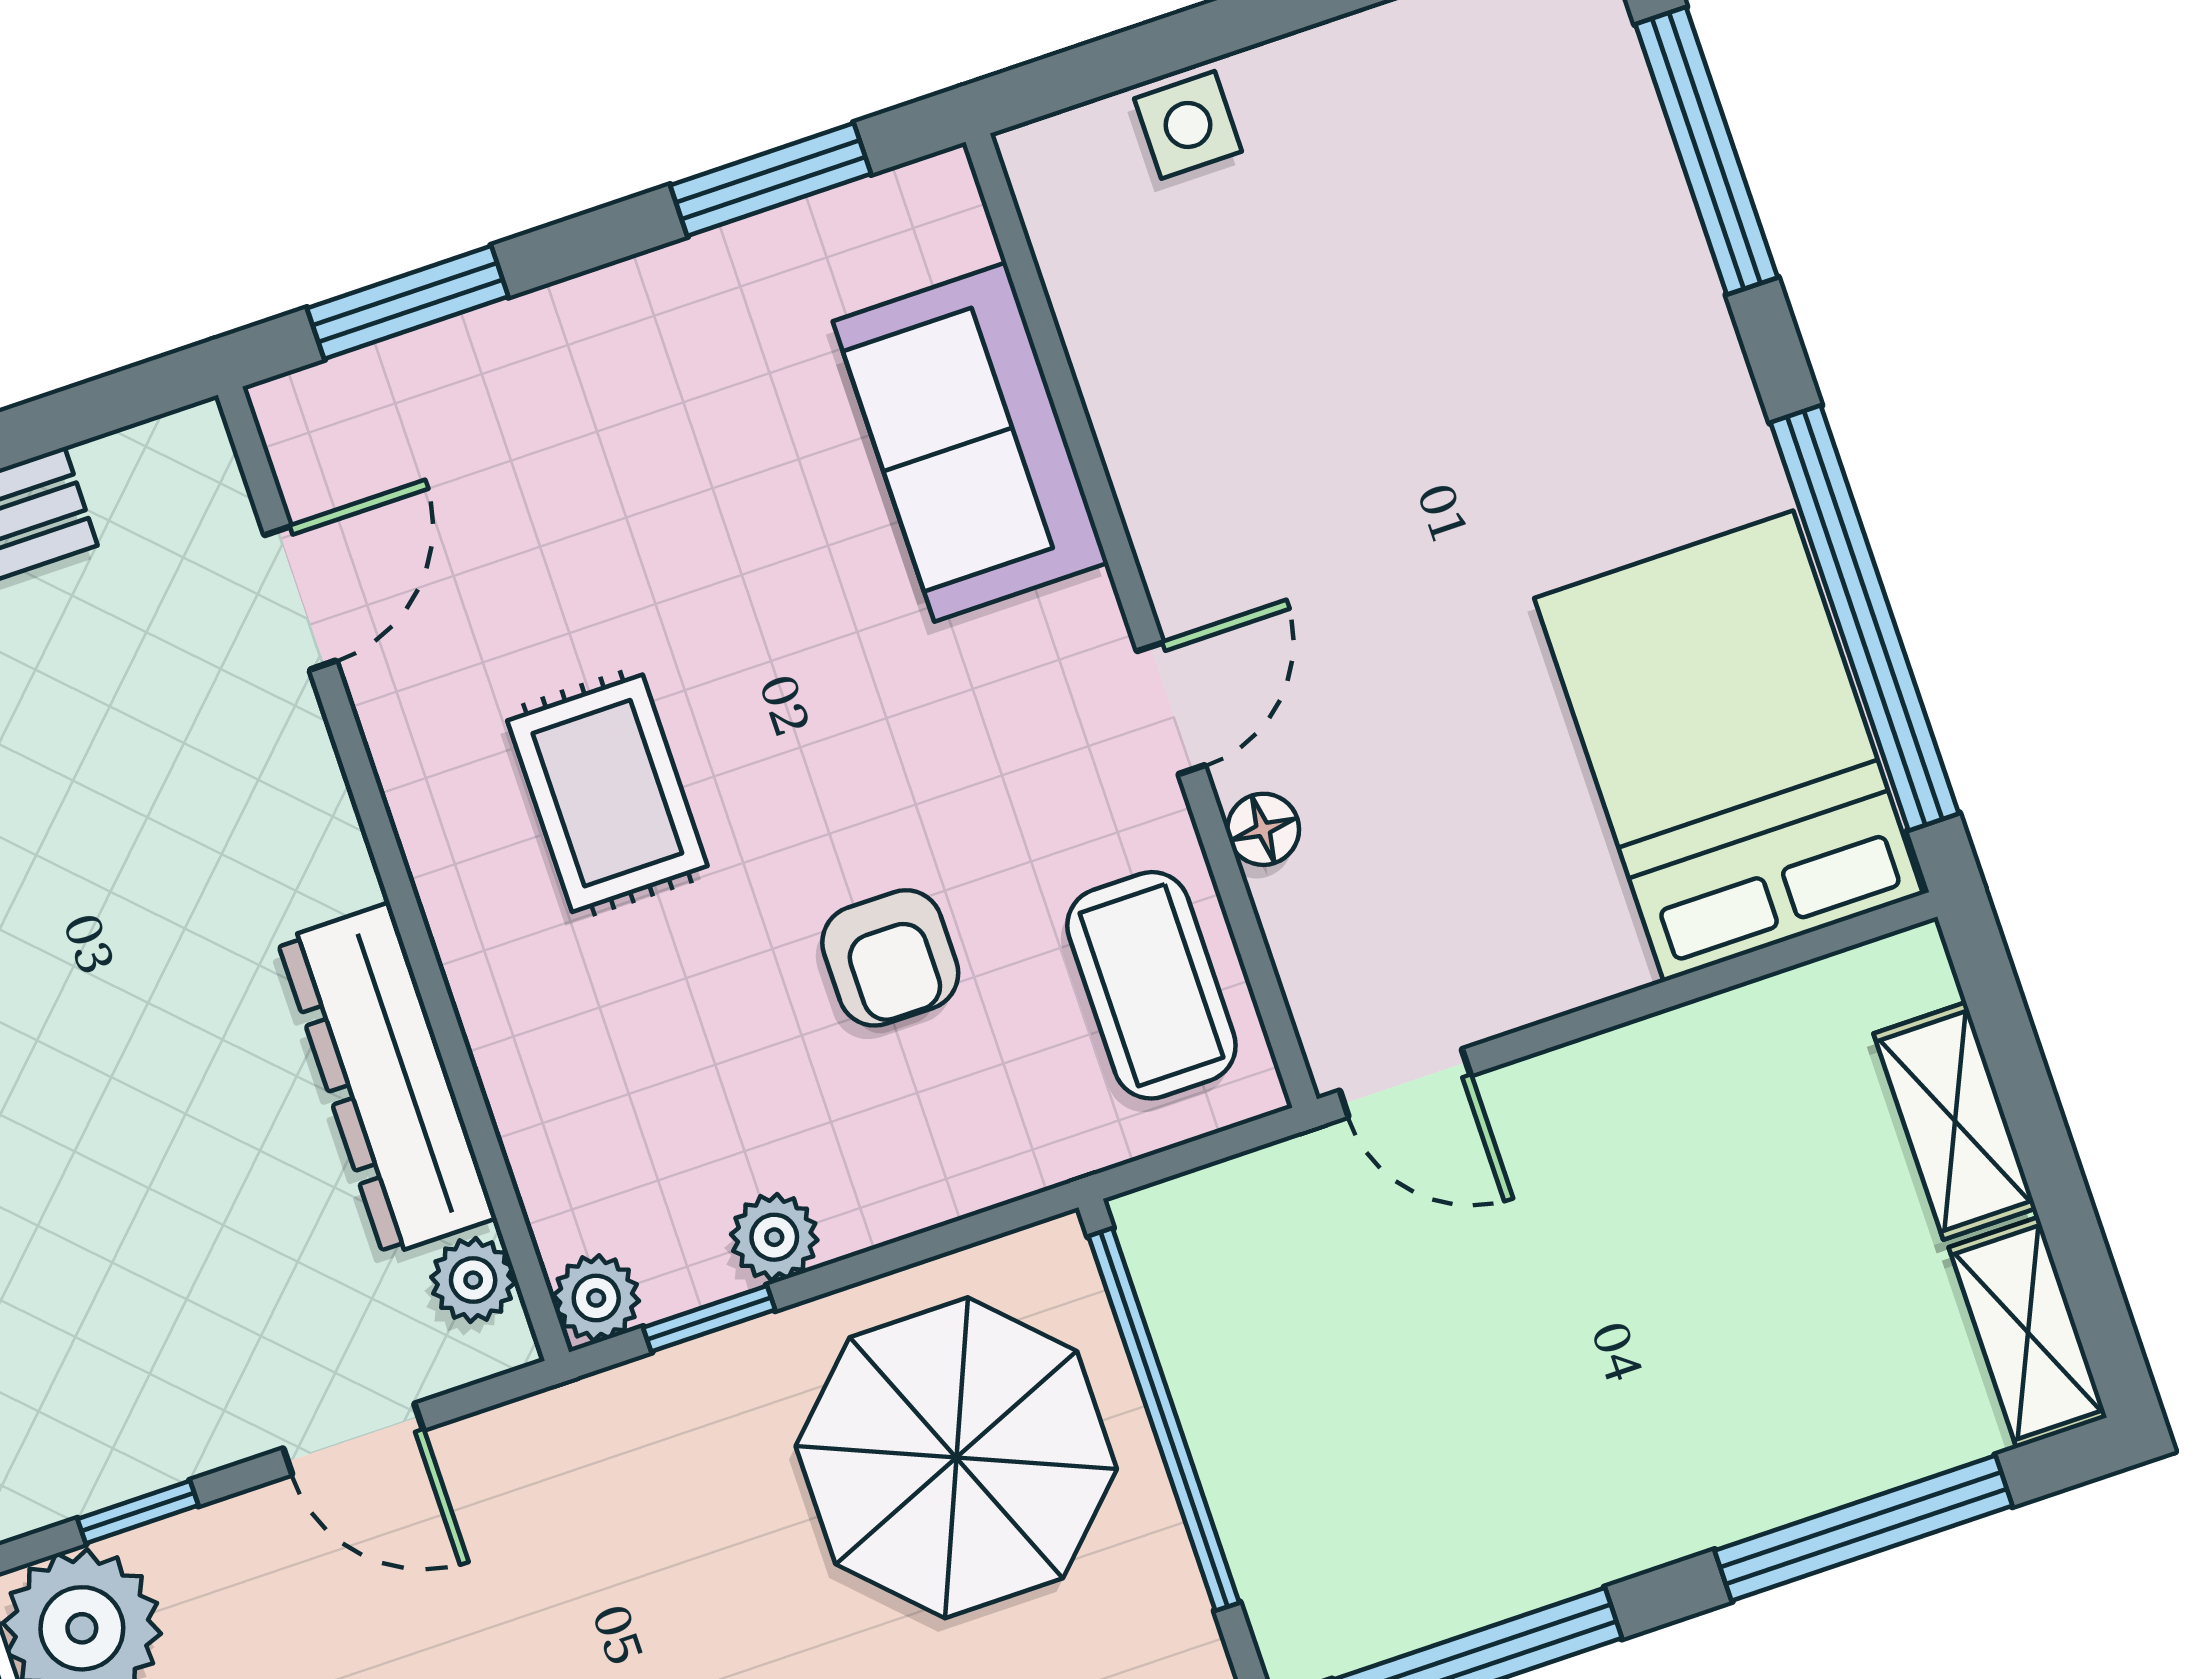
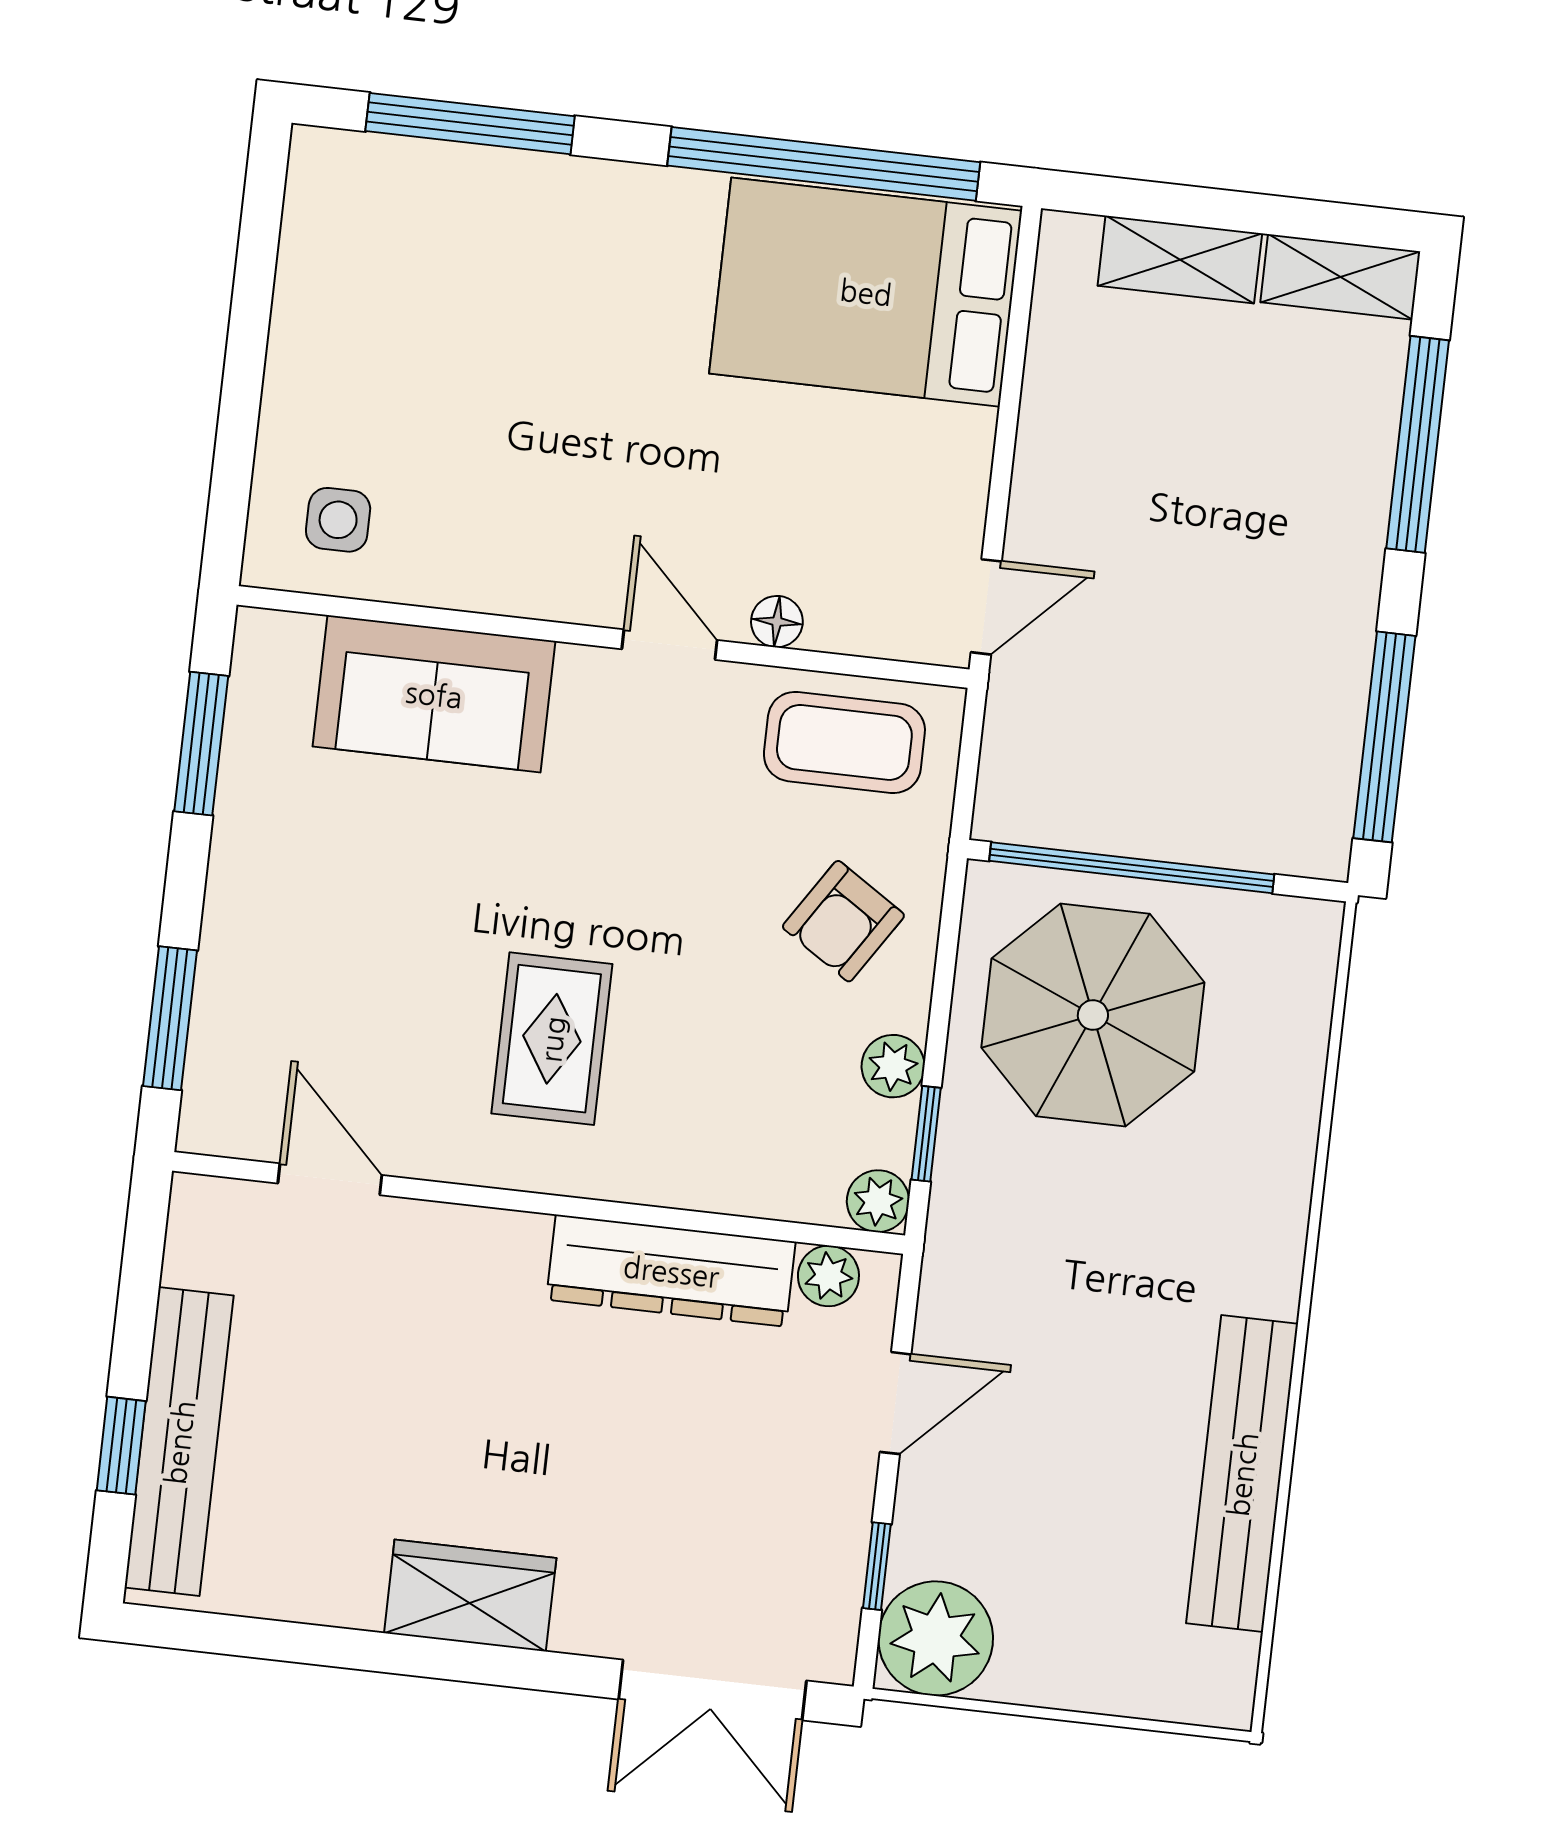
side table: (1188, 125) -> (338, 520), moved
rug: (607, 793) -> (552, 1039), turned 90
armchair: (890, 958) -> (843, 921), moved, turned 123

